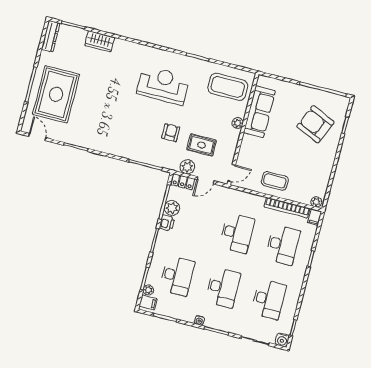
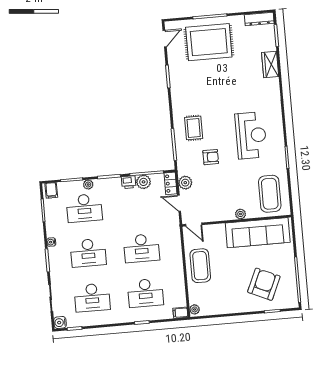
sofa: (259, 112) -> (258, 233), width x1.36, depth x1.27
rug: (202, 145) -> (194, 128), moved
coffee table: (275, 181) -> (200, 266), width x1.36, depth x1.32
bookcase: (287, 208) -> (180, 285), removed
plant: (148, 290) -> (88, 185), moved

